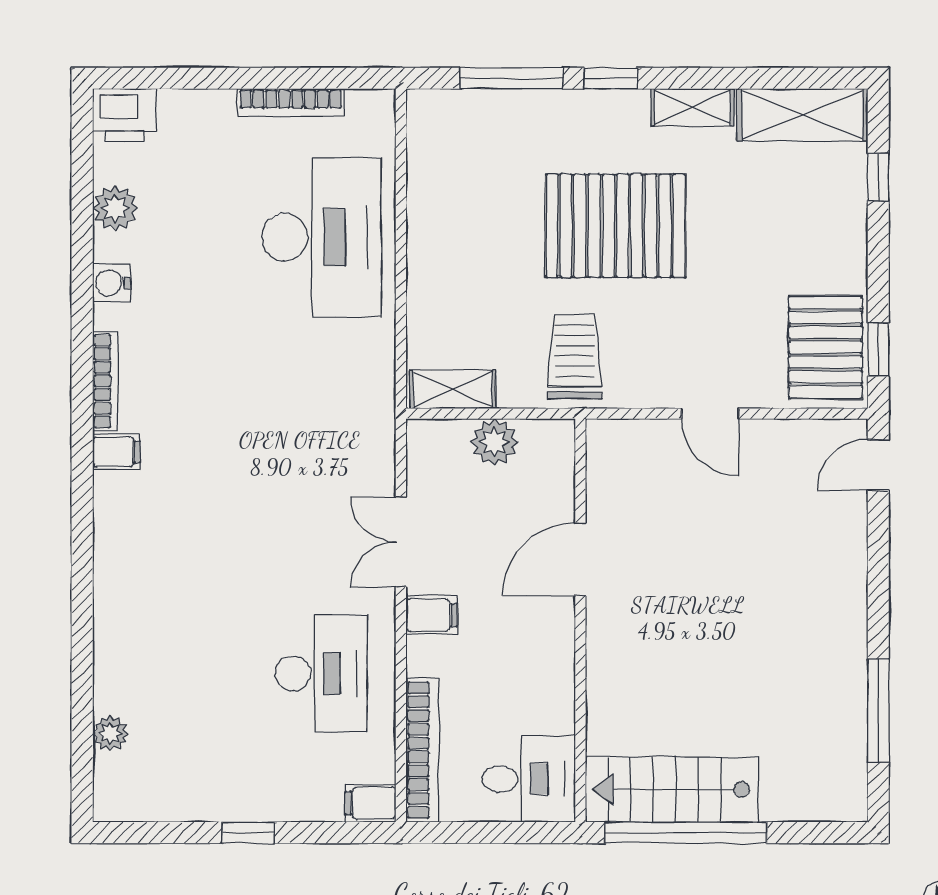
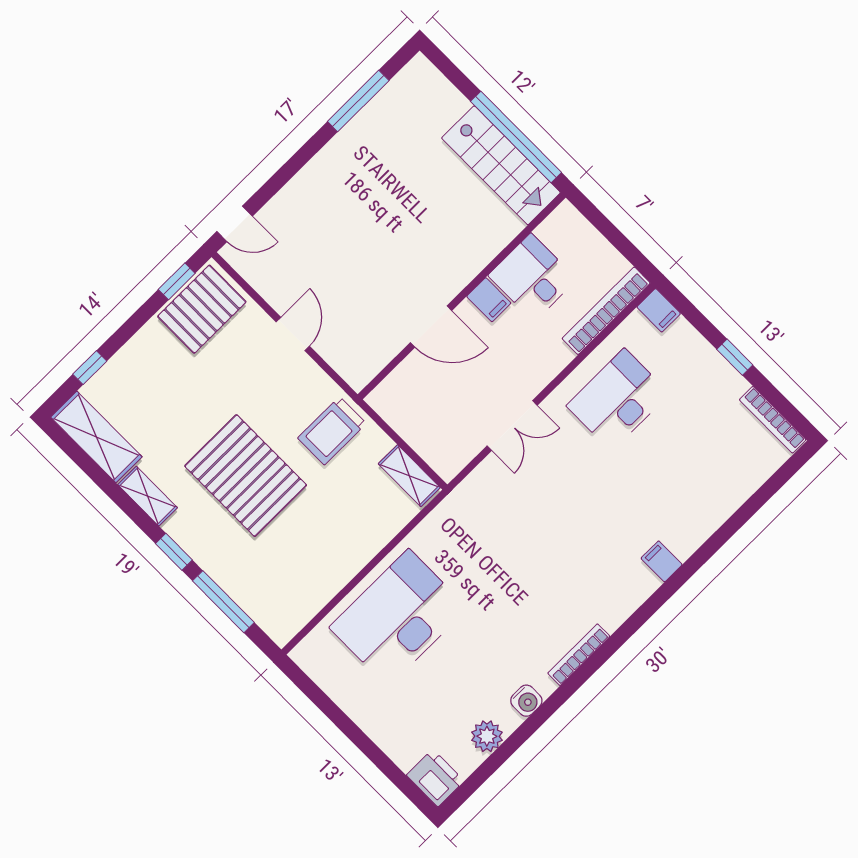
bookcase: (291, 102) -> (773, 420), moved, turned 180
plant: (495, 442) -> (415, 428), removed
filing cabinet: (116, 452) -> (662, 561), moved
filing cabinet: (432, 615) -> (489, 300), moved, turned 180
plant: (110, 733) -> (754, 476), removed
desk: (529, 779) -> (532, 277), moved

